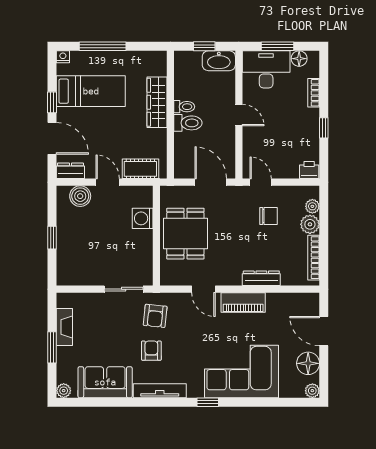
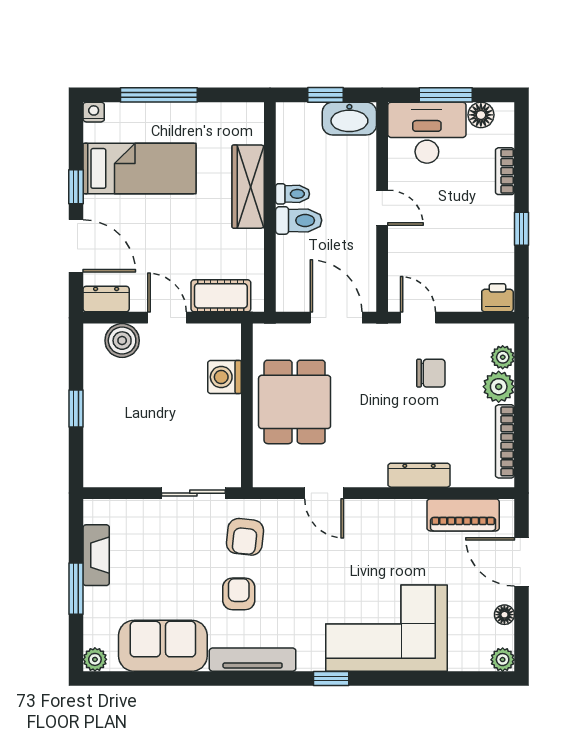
piano: (243, 302) -> (463, 515), moved
floor lamp: (308, 363) -> (504, 615), width x0.53, depth x0.53

